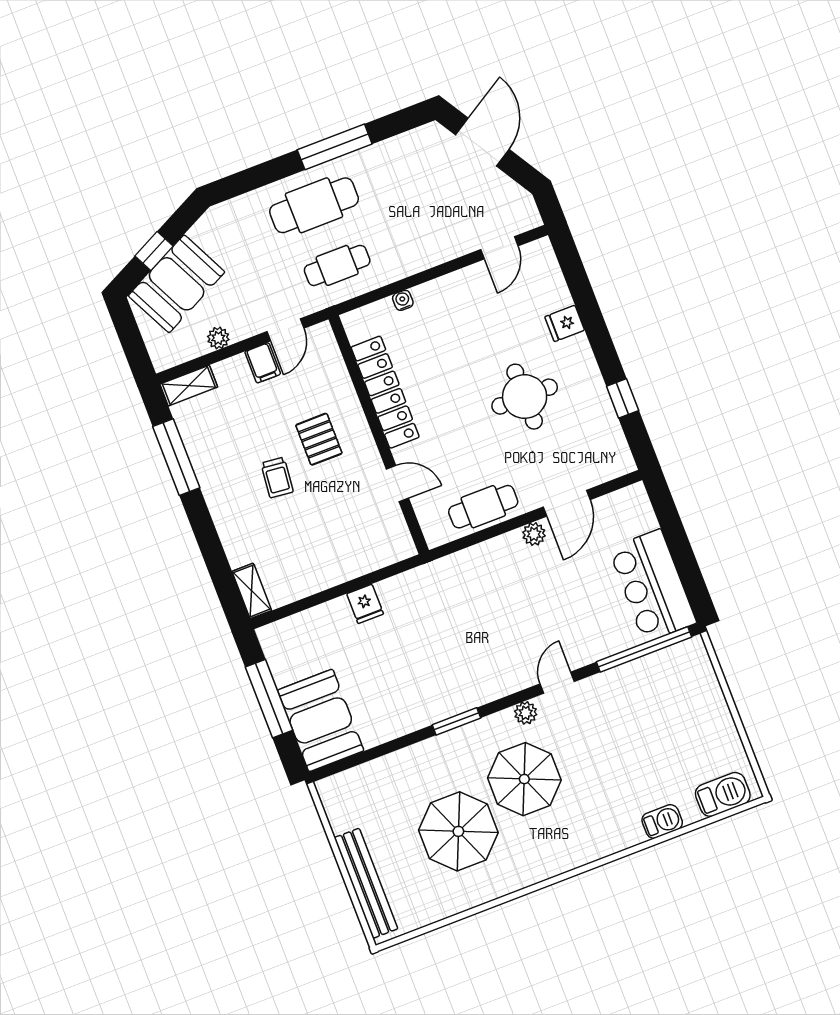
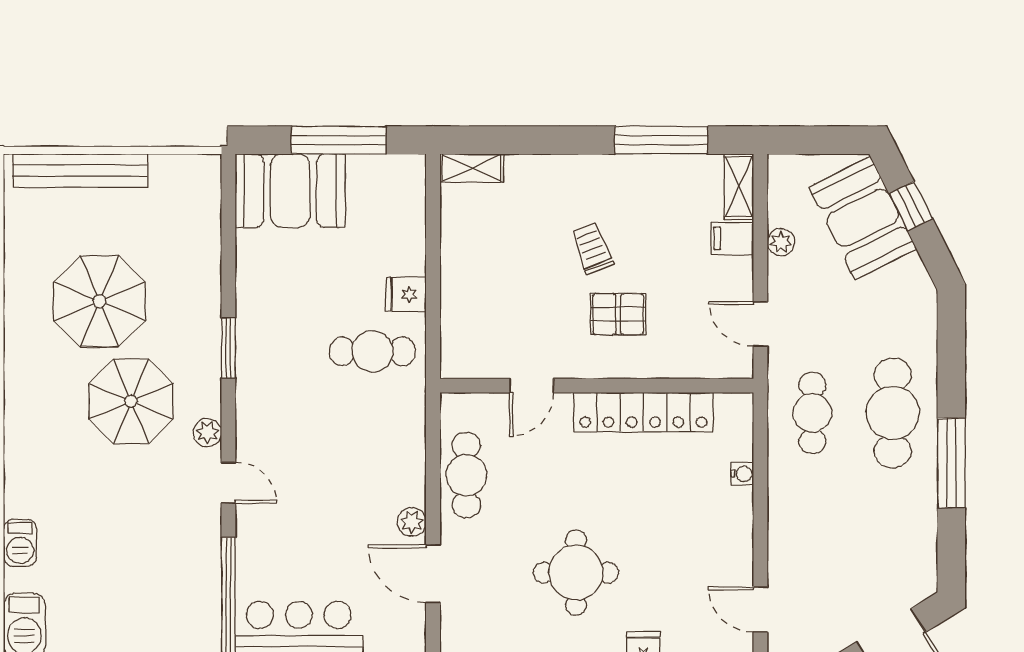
filing cabinet: (263, 363) -> (732, 238), moved
trolley: (277, 478) -> (592, 248), turned 63
cafe table: (418, 613) -> (372, 351), added

